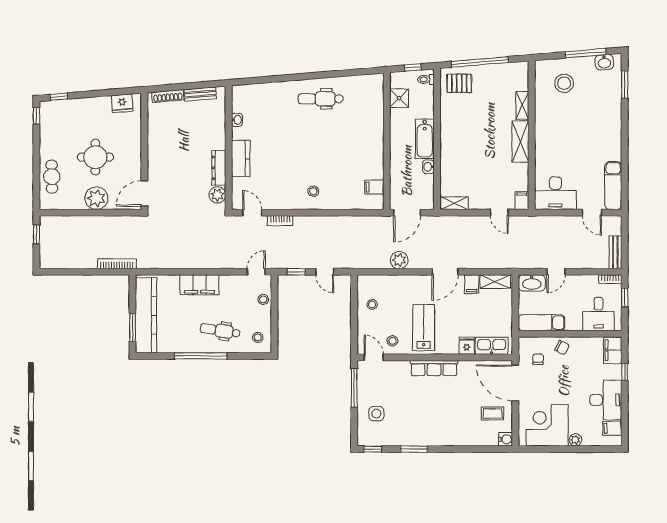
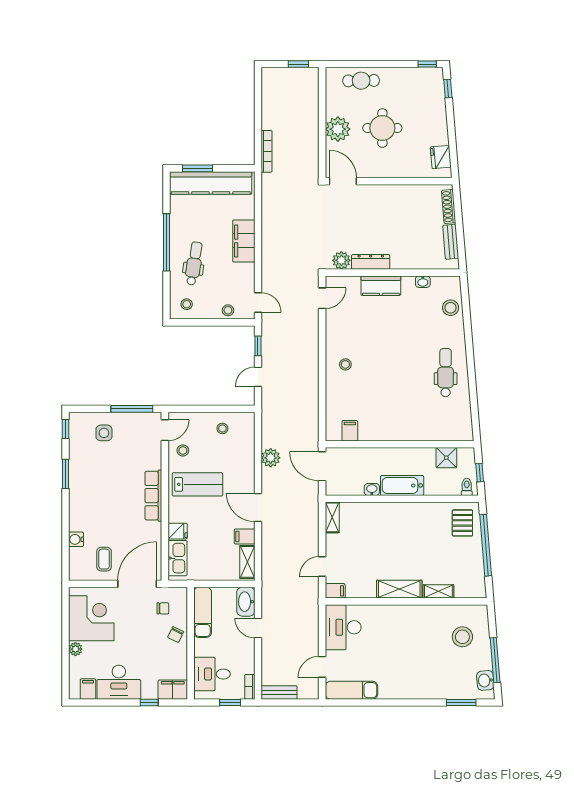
stool: (261, 94) -> (451, 308), added
bookcase: (280, 221) -> (313, 328), removed
water cooler: (506, 439) -> (76, 539), moved, turned 90

